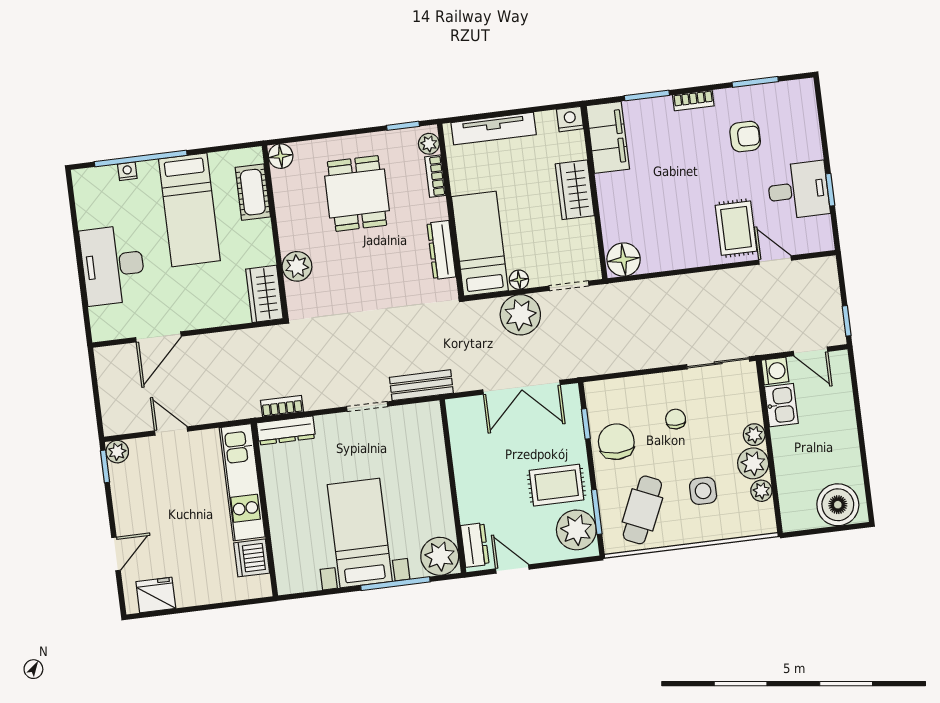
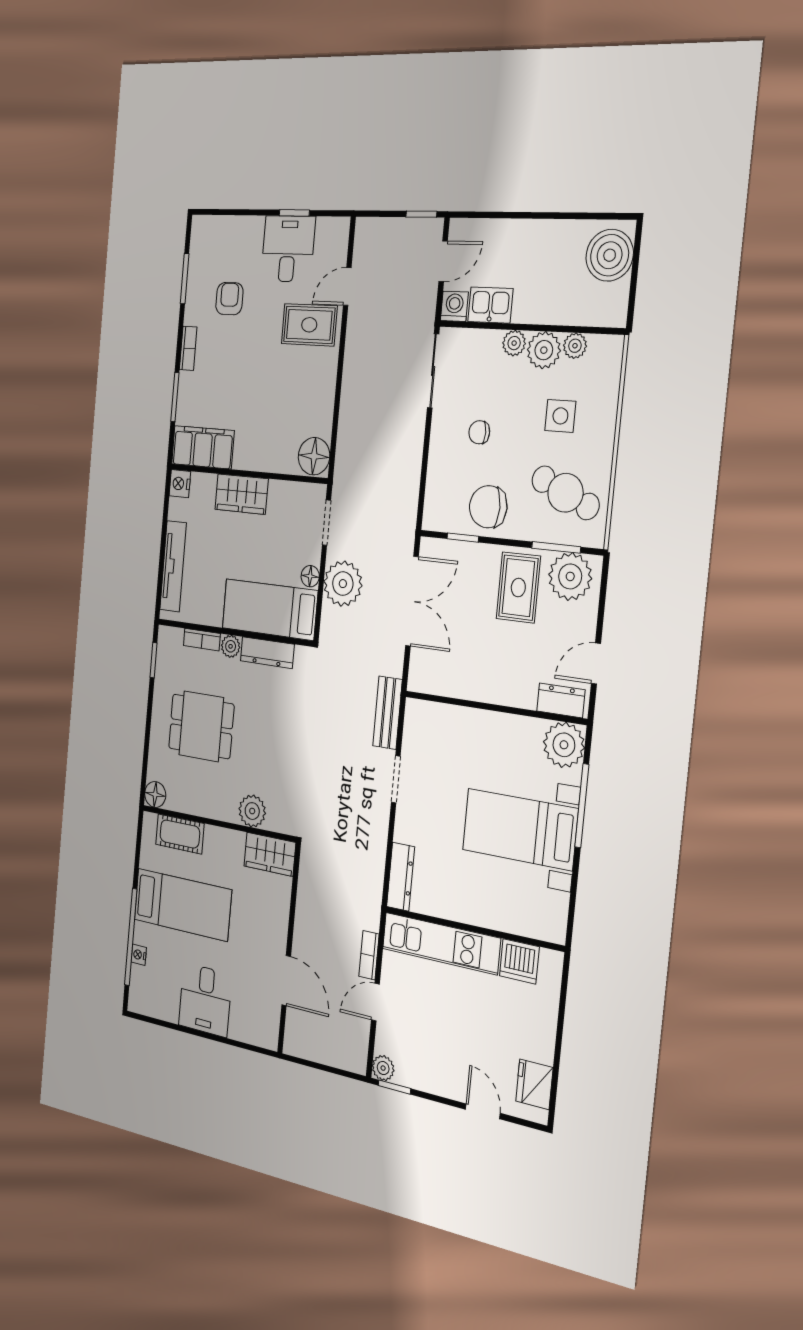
plant: (429, 144) -> (231, 646), moved
desk: (113, 265) -> (205, 1000), width x0.73
bookcase: (282, 406) -> (369, 955), moved

